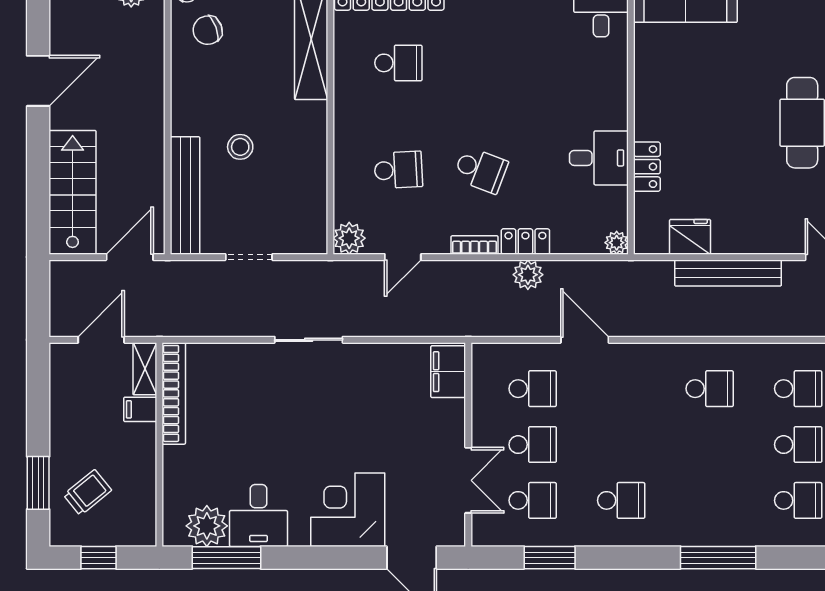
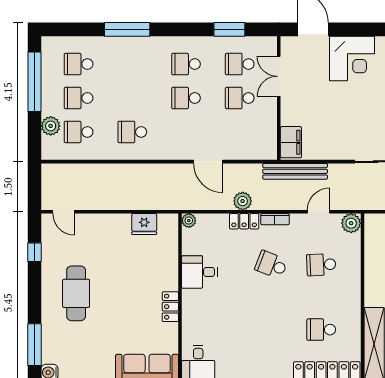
locker: (647, 167) -> (170, 307), moved
bench: (728, 273) -> (295, 171), moved
school desk: (533, 389) -> (186, 98), moved

